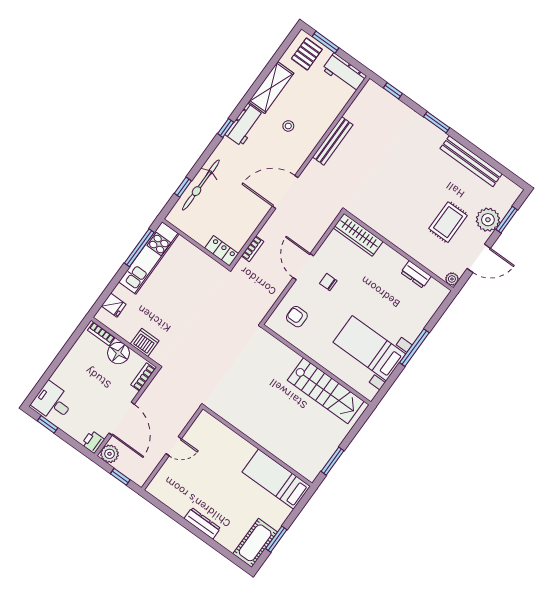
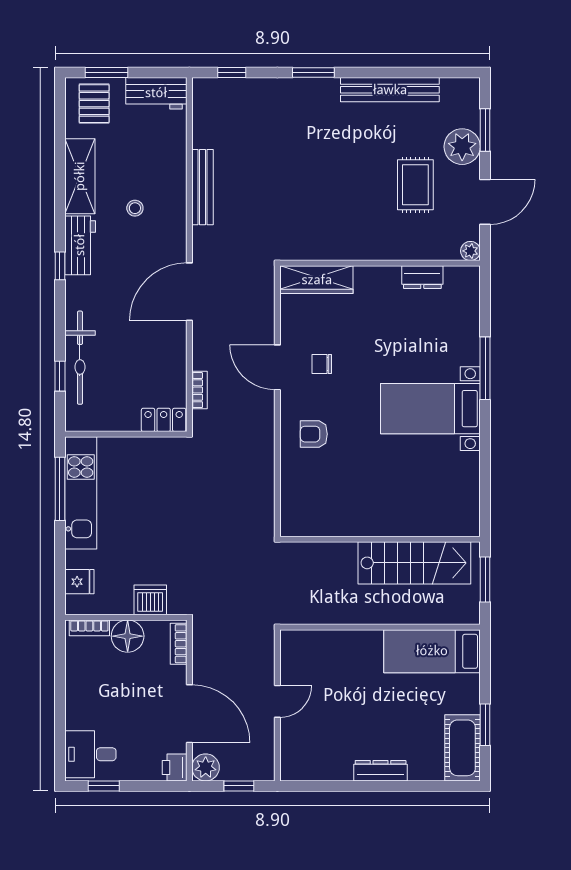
wall: (316, 365) -> (380, 539), moved
stairs: (326, 391) -> (414, 563), moved

